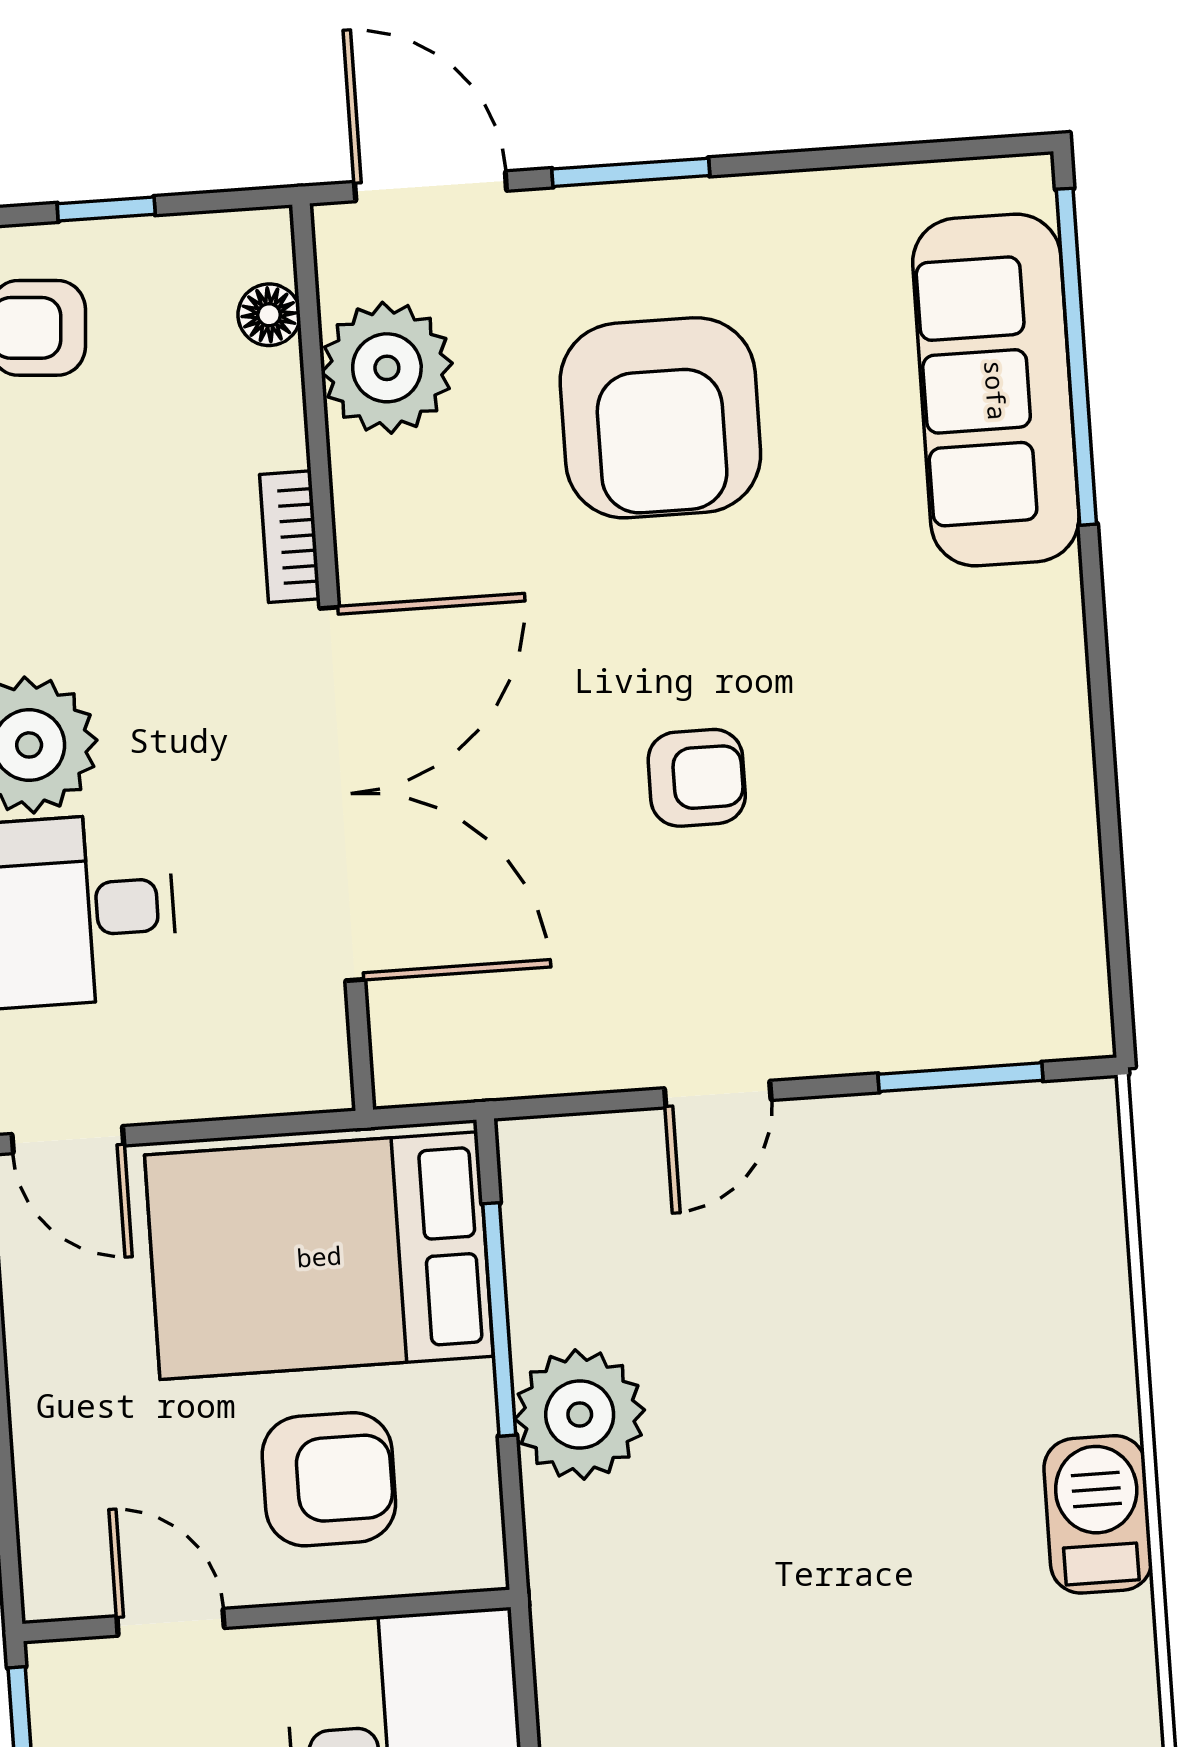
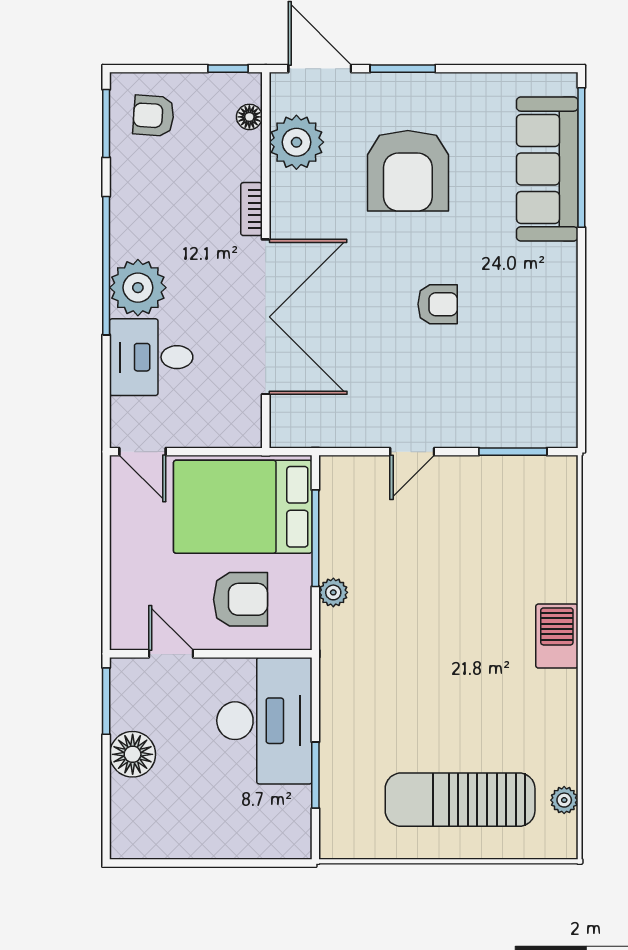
window: (106, 209) -> (228, 69), moved
armchair: (697, 778) -> (438, 304), moved
plant: (580, 1415) -> (333, 592), width x0.53, depth x0.53

